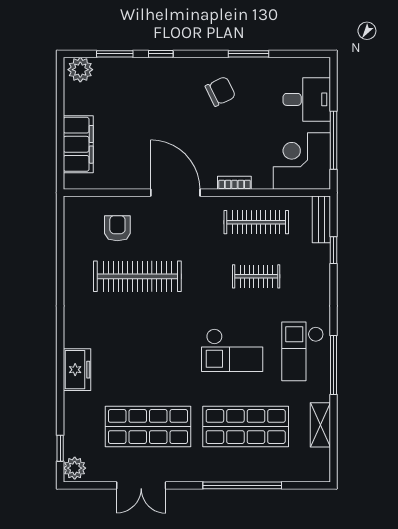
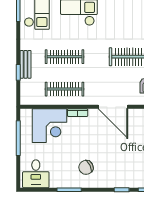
desk: (307, 99) -> (36, 174), moved, turned -90
corner desk: (302, 161) -> (49, 126), moved
bench: (321, 219) -> (26, 64), moved
clothes rail: (256, 276) -> (65, 57), width x1.36

